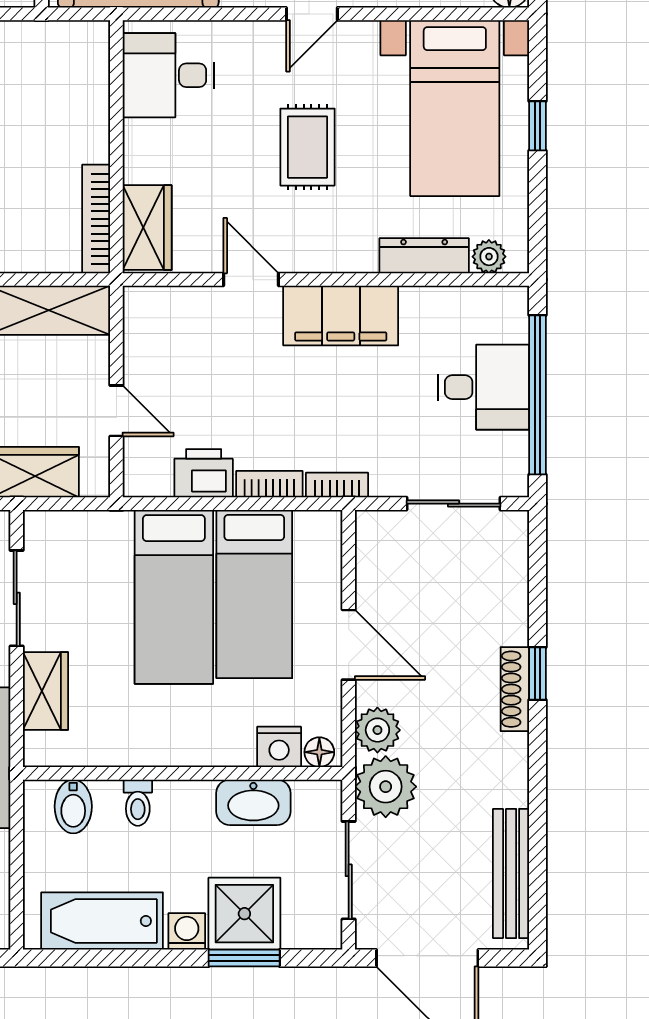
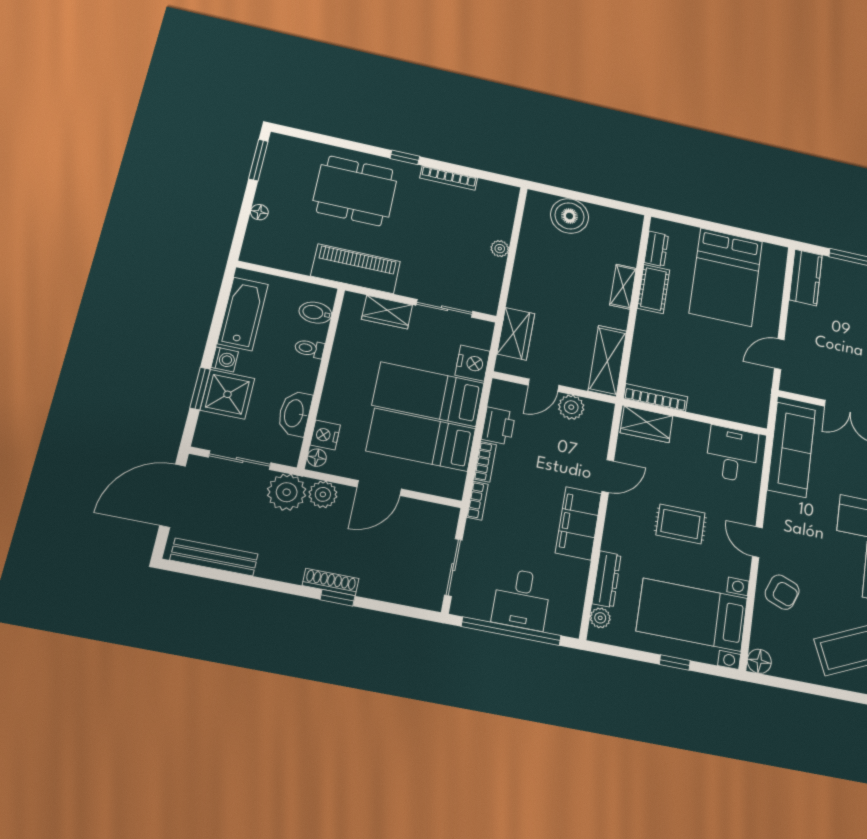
plant: (145, 359) -> (571, 407), added
nightstand: (104, 535) -> (472, 363), added

